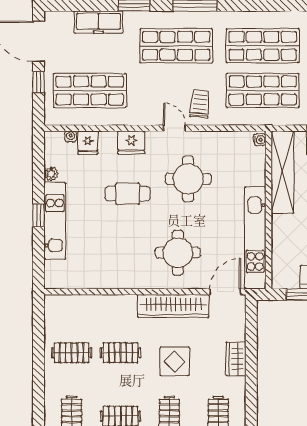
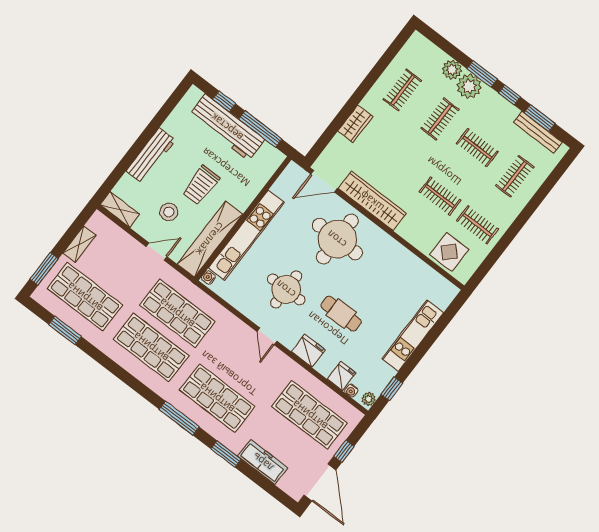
trolley: (200, 104) -> (233, 340), removed
plant: (51, 174) -> (369, 399), moved
window: (39, 215) -> (392, 389), moved
kitchen unit: (255, 238) -> (246, 235), moved
round table: (178, 253) -> (337, 239), width x1.36, depth x1.36
display table: (175, 361) -> (449, 252), moved

